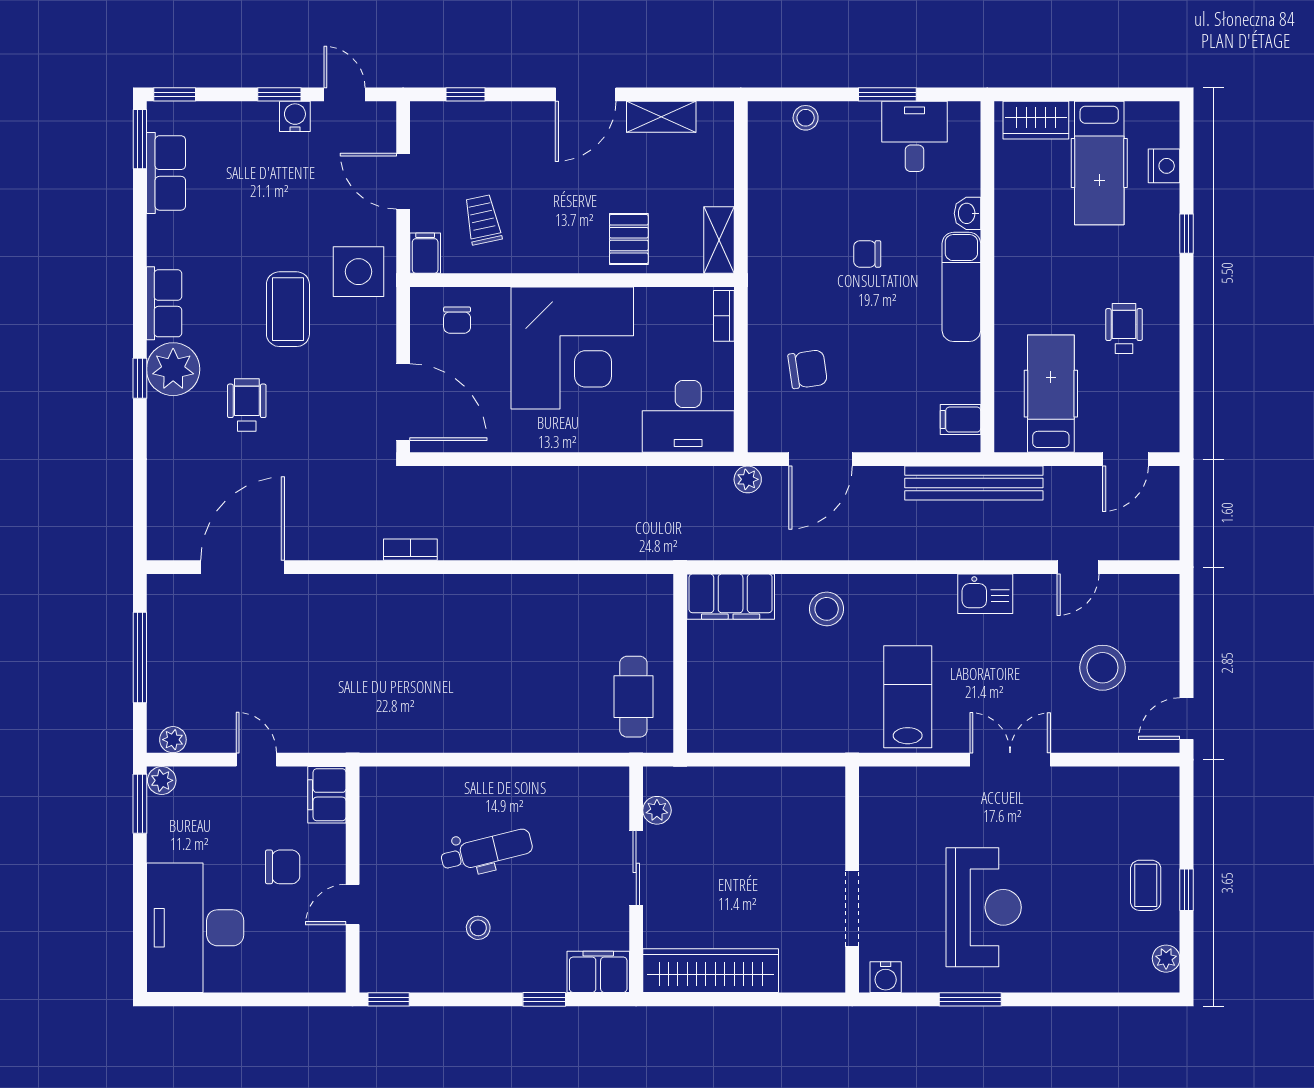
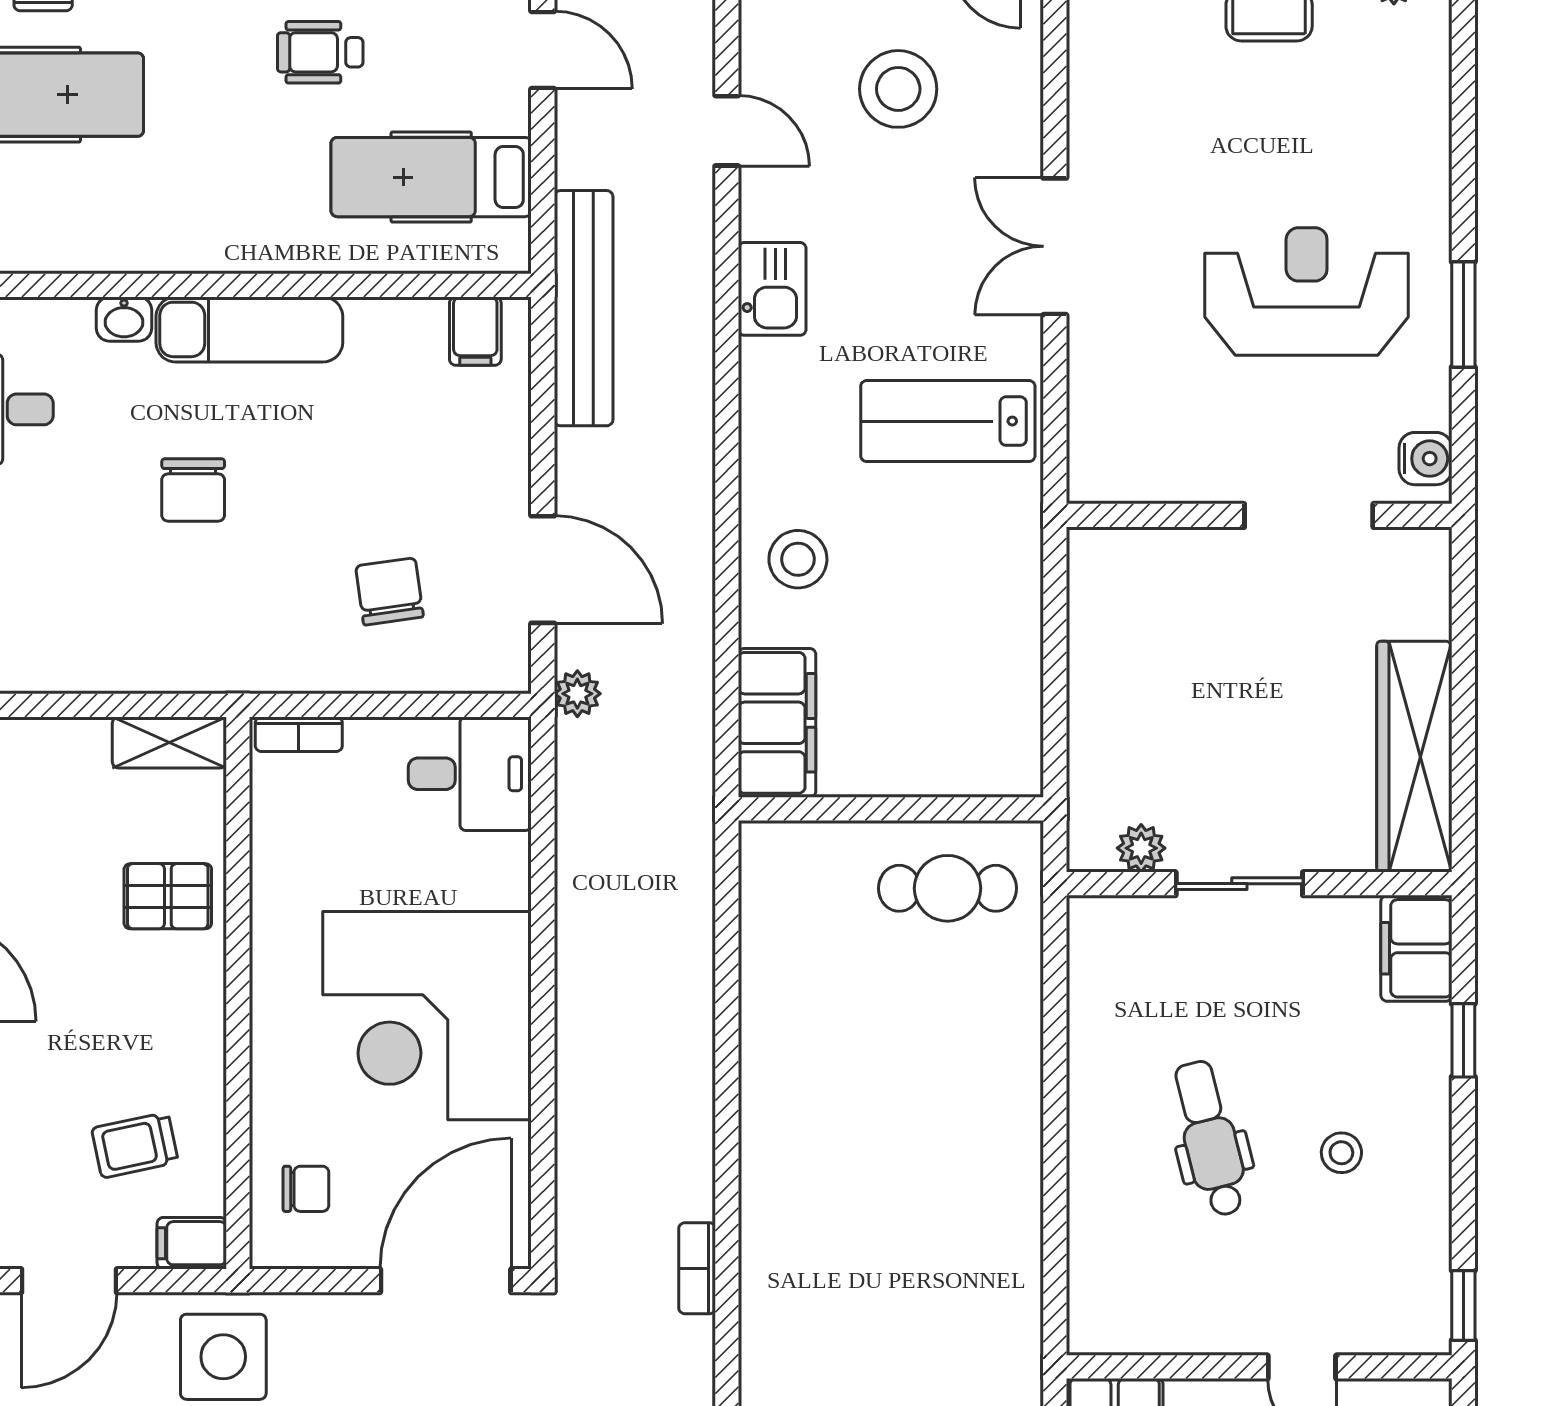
chair: (867, 254) -> (193, 490), width x1.37, depth x1.37
corner desk: (572, 348) -> (427, 1016), moved, turned 180
desk: (688, 416) -> (470, 774), width x0.73

